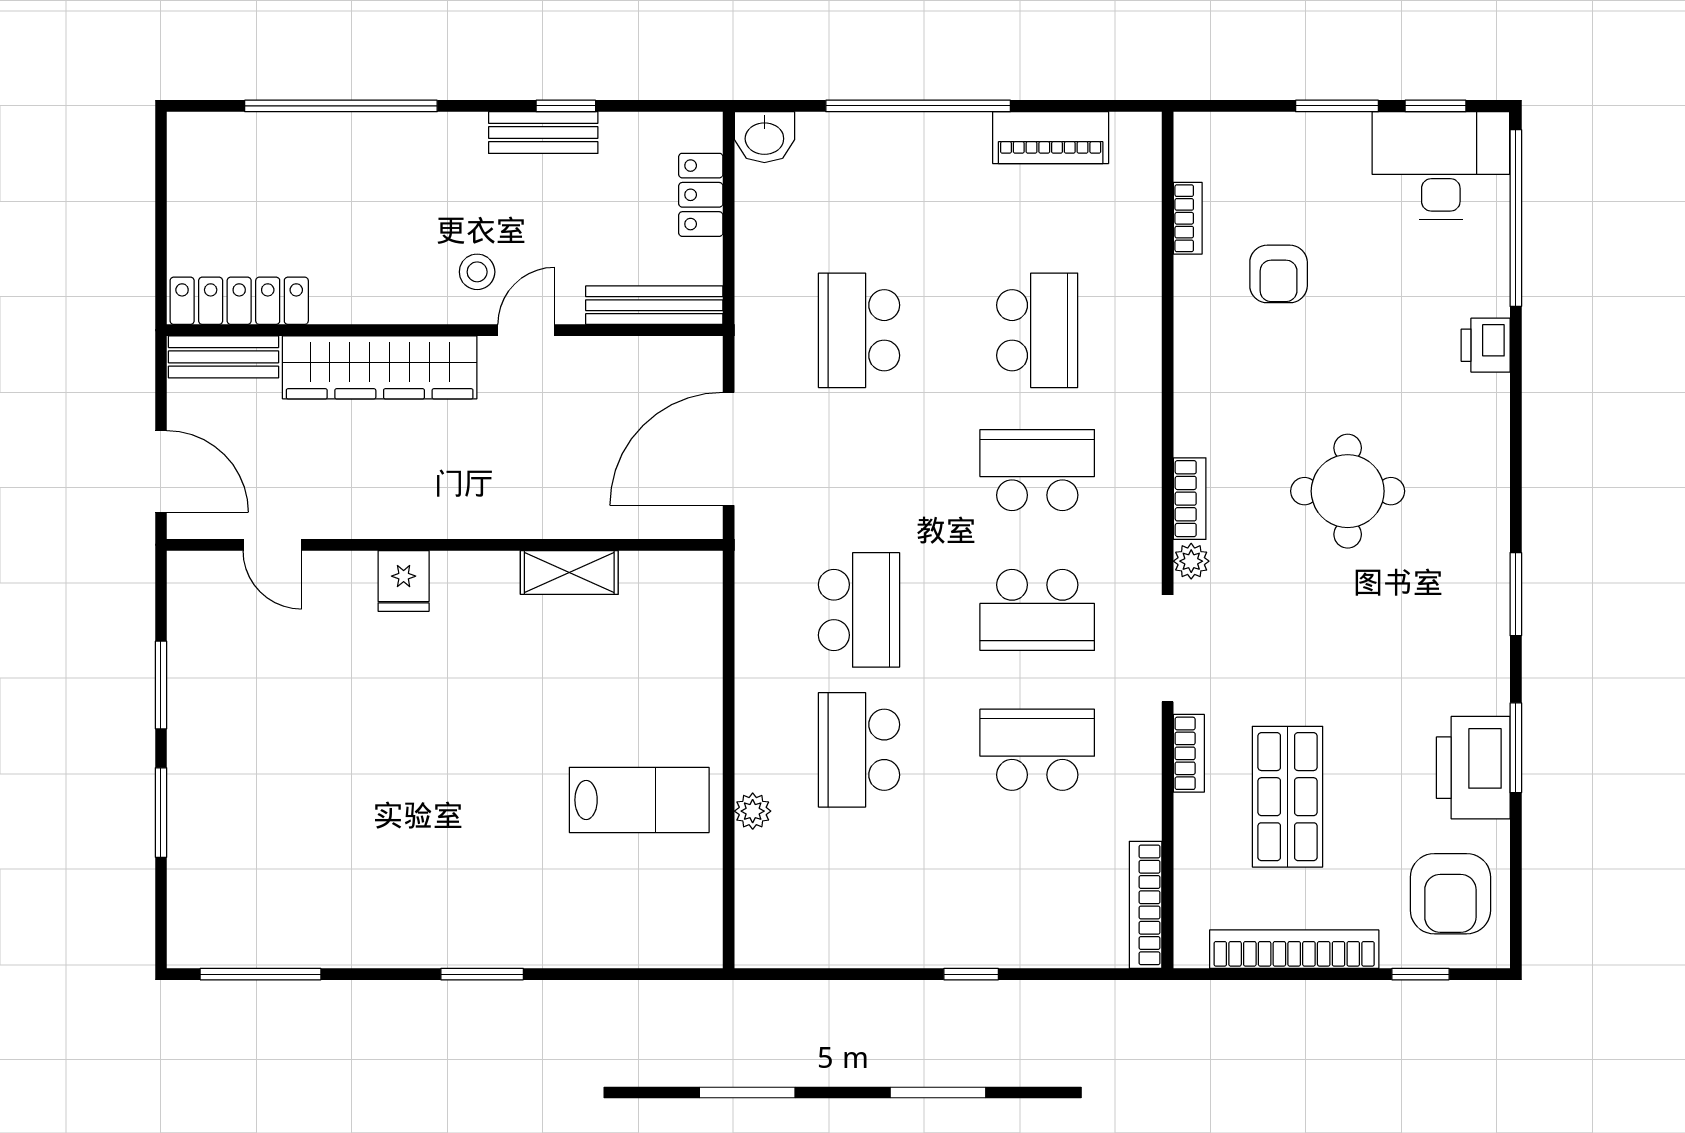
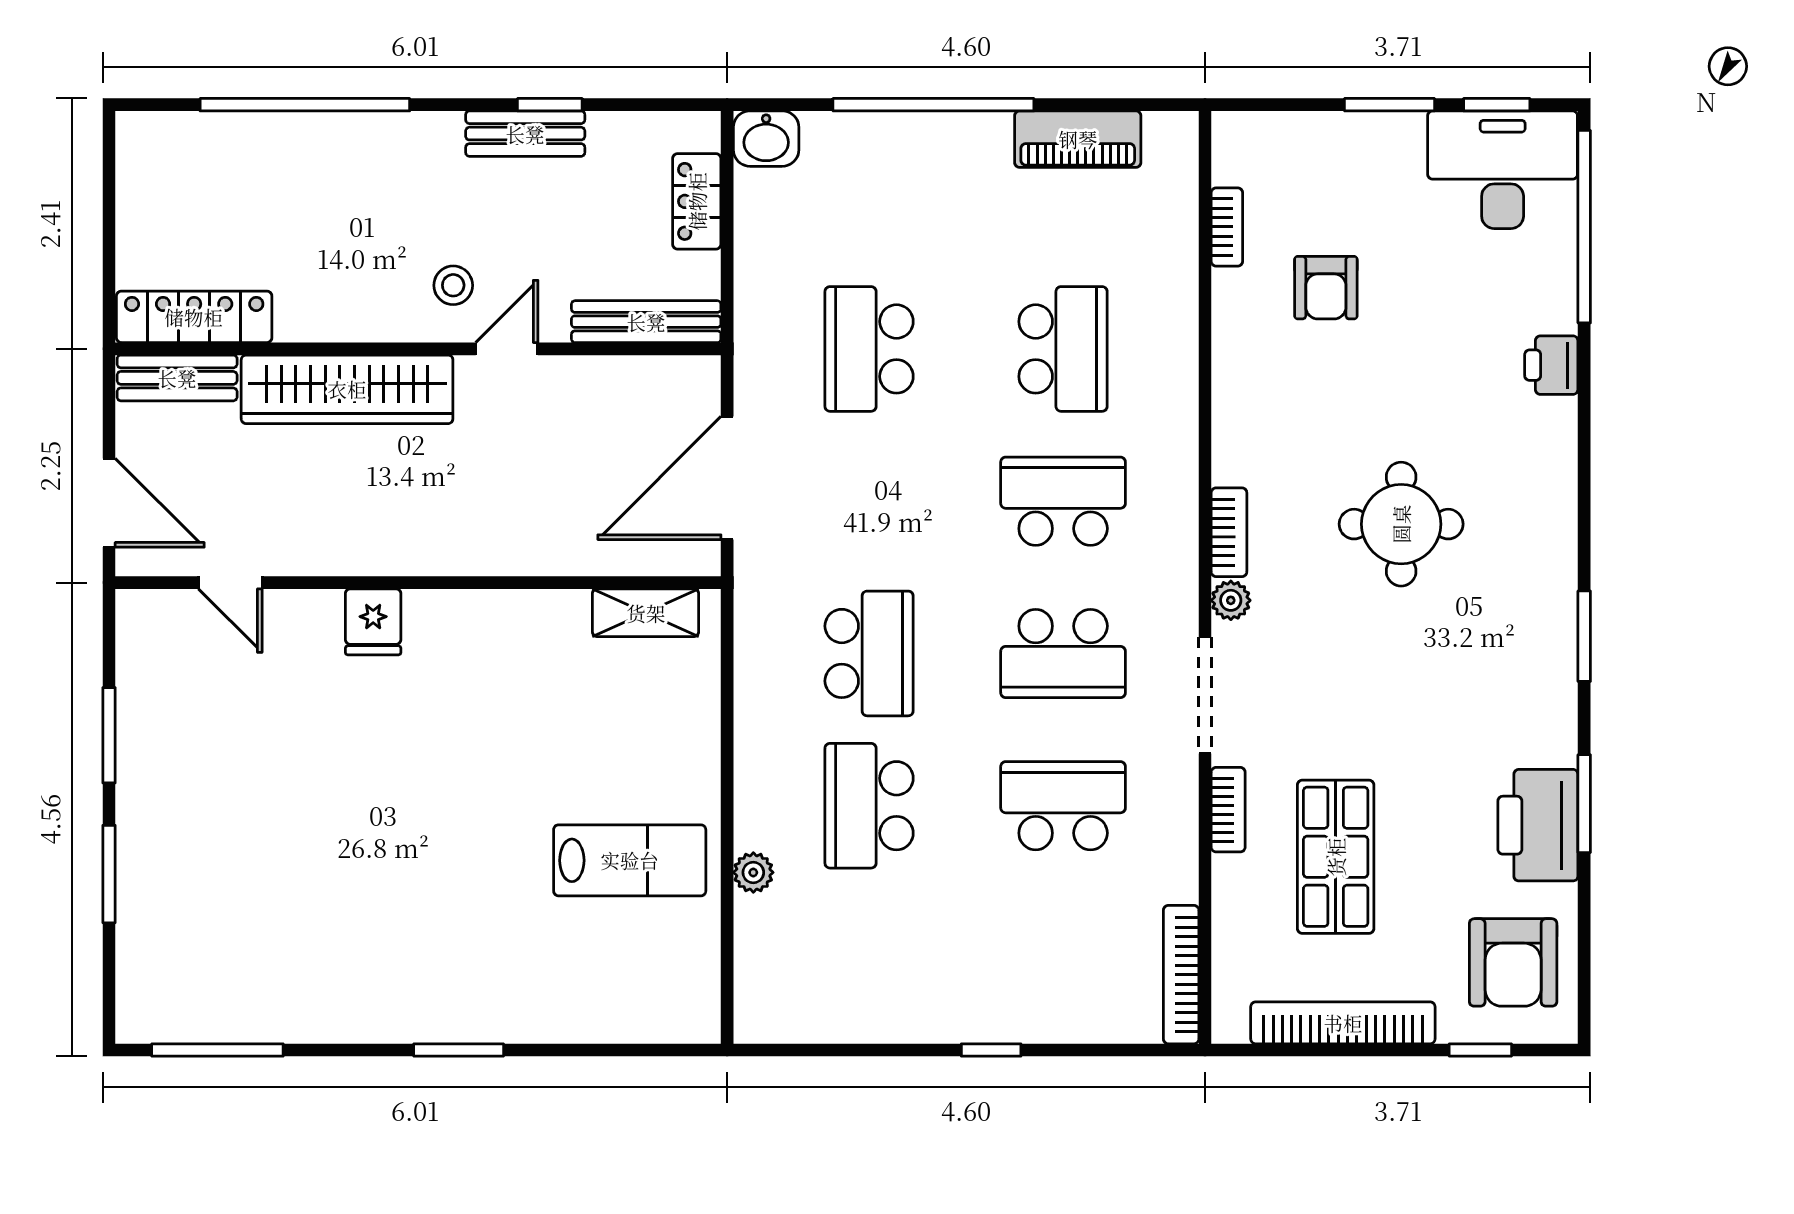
shelving: (569, 572) -> (646, 613), moved

